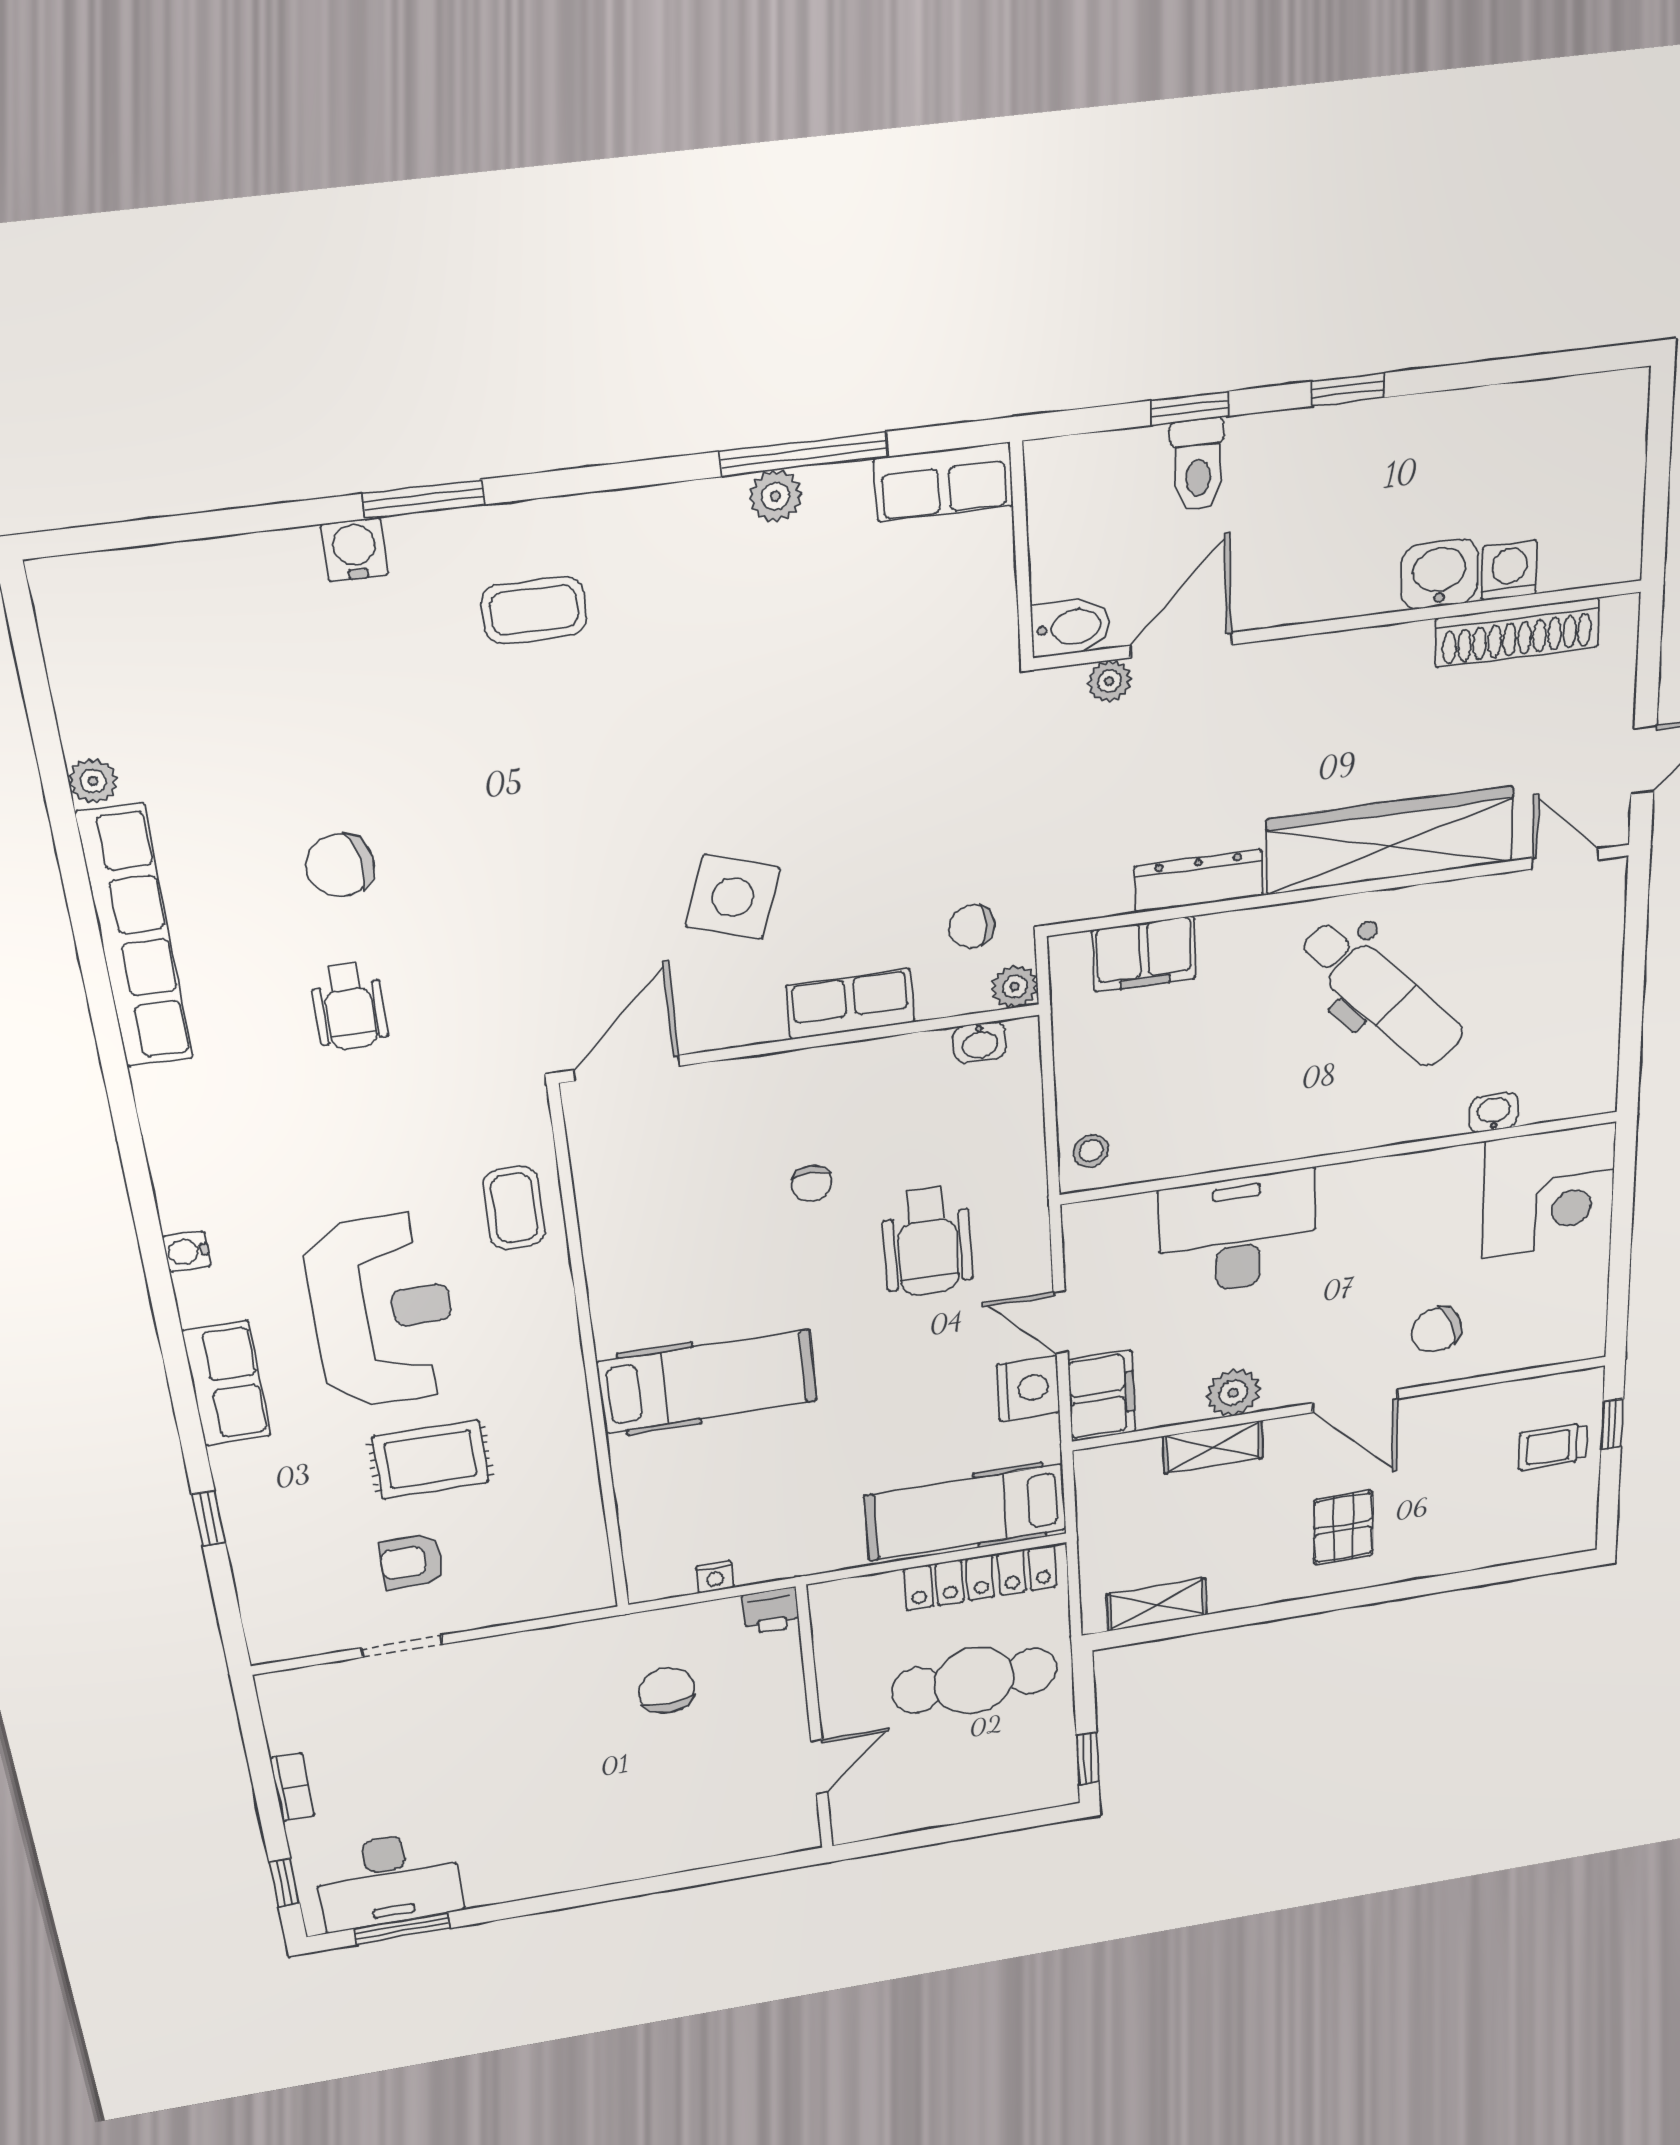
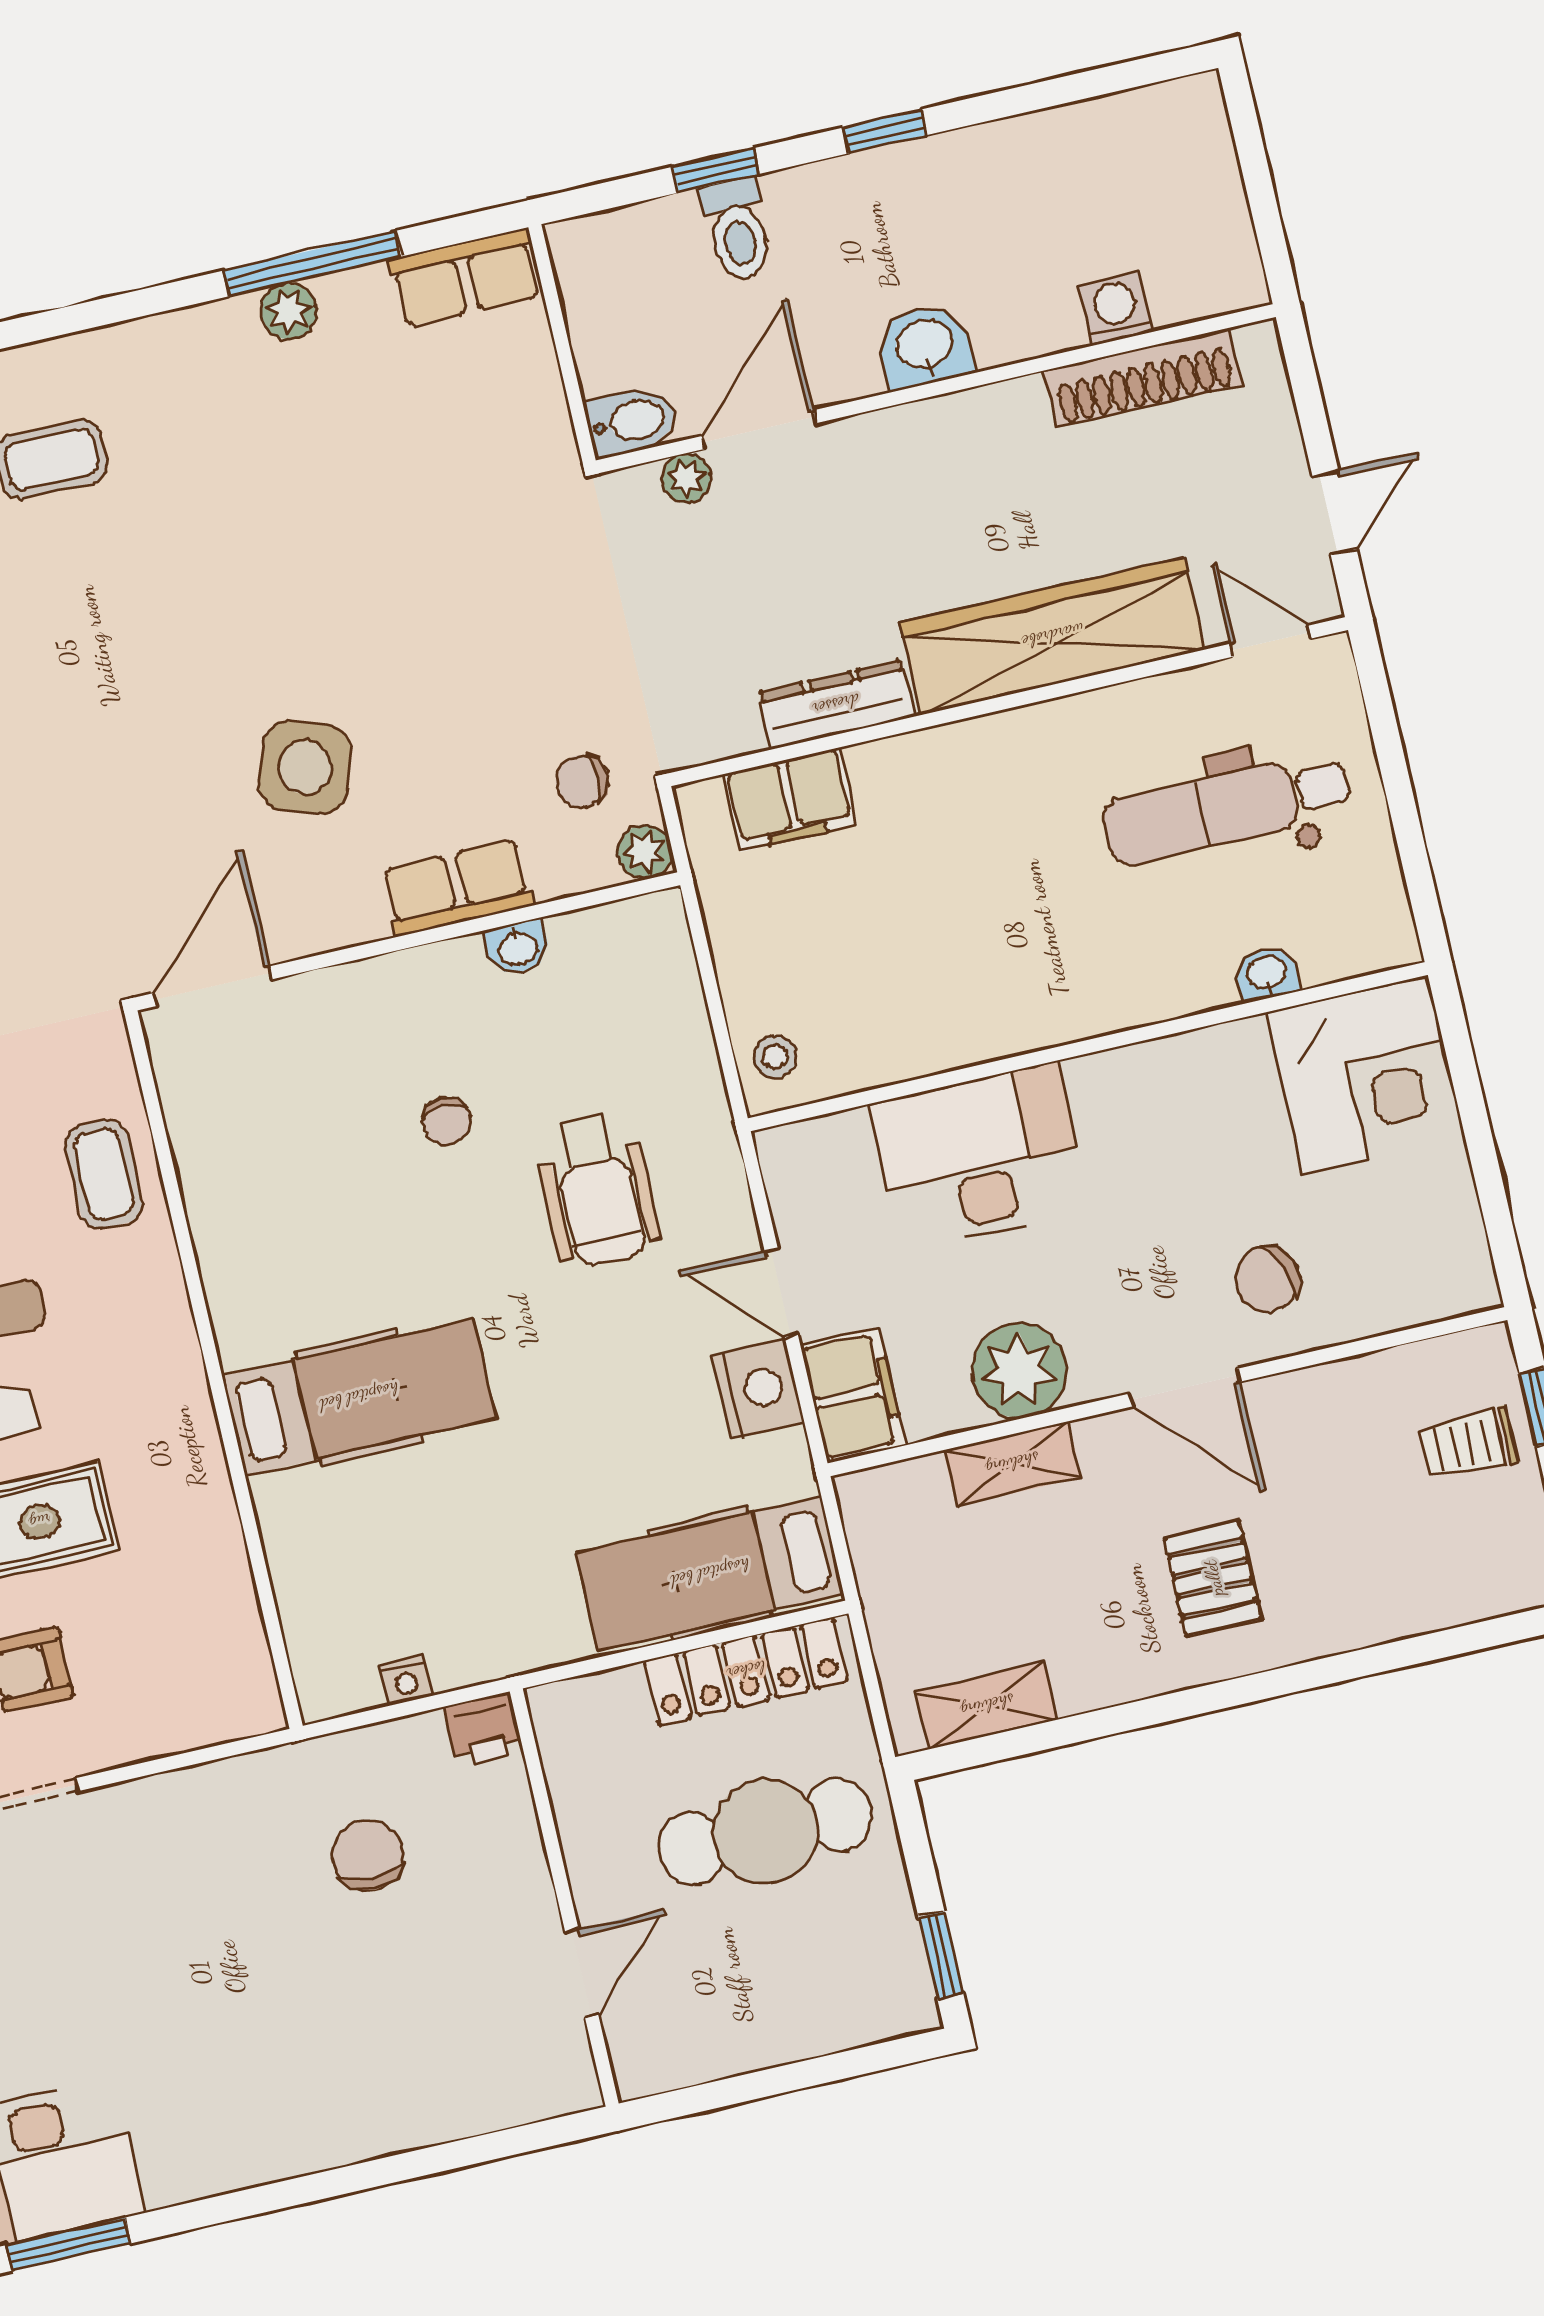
washbasin: (1439, 574) -> (925, 346), moved
dental chair: (1382, 994) -> (1227, 808), moved, turned 133
washbasin: (980, 1042) -> (517, 948), moved
plant: (1233, 1393) -> (1019, 1371), width x1.36, depth x1.36

